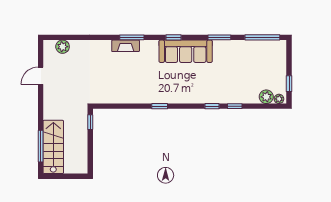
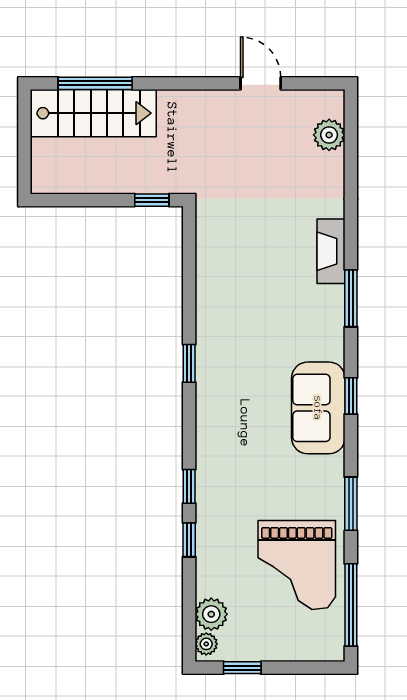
fireplace: (126, 46) -> (331, 251), moved
sofa: (186, 51) -> (318, 408), width x0.73
grand piano: (245, 60) -> (297, 565), added

